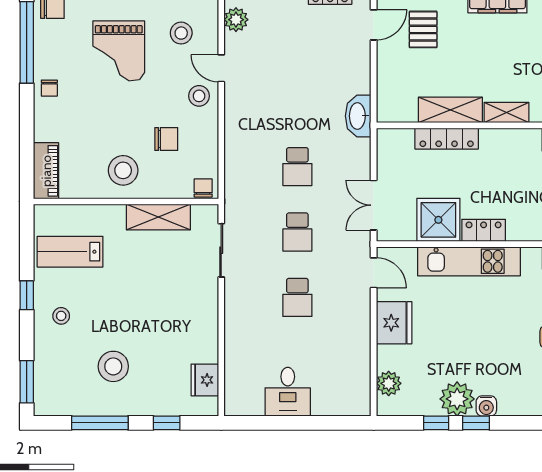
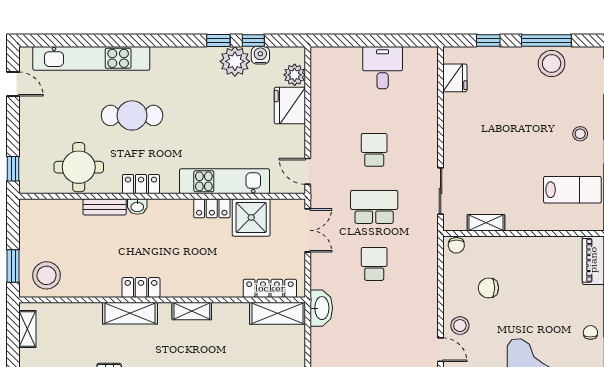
shelving: (450, 110) -> (278, 313), moved
locker: (447, 139) -> (270, 288), moved
stool: (123, 170) -> (526, 261), removed
shelving: (158, 217) -> (486, 223), width x0.67, depth x0.75
school desk: (297, 232) -> (374, 207), width x1.85
fridge: (394, 323) -> (290, 106), moved
stool: (113, 366) -> (552, 63), moved
water cooler: (486, 406) -> (260, 55), moved

